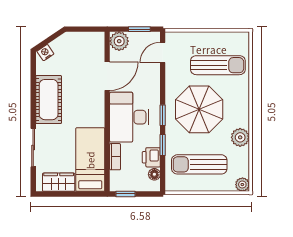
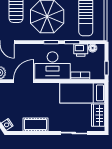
door: (107, 76) -> (24, 81), hinge flipped
cot: (49, 100) -> (36, 125), width x0.73, depth x0.75

